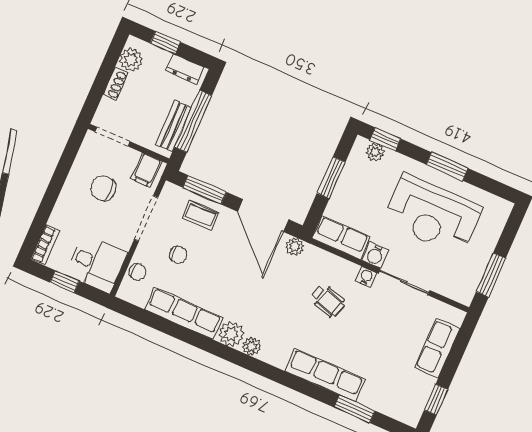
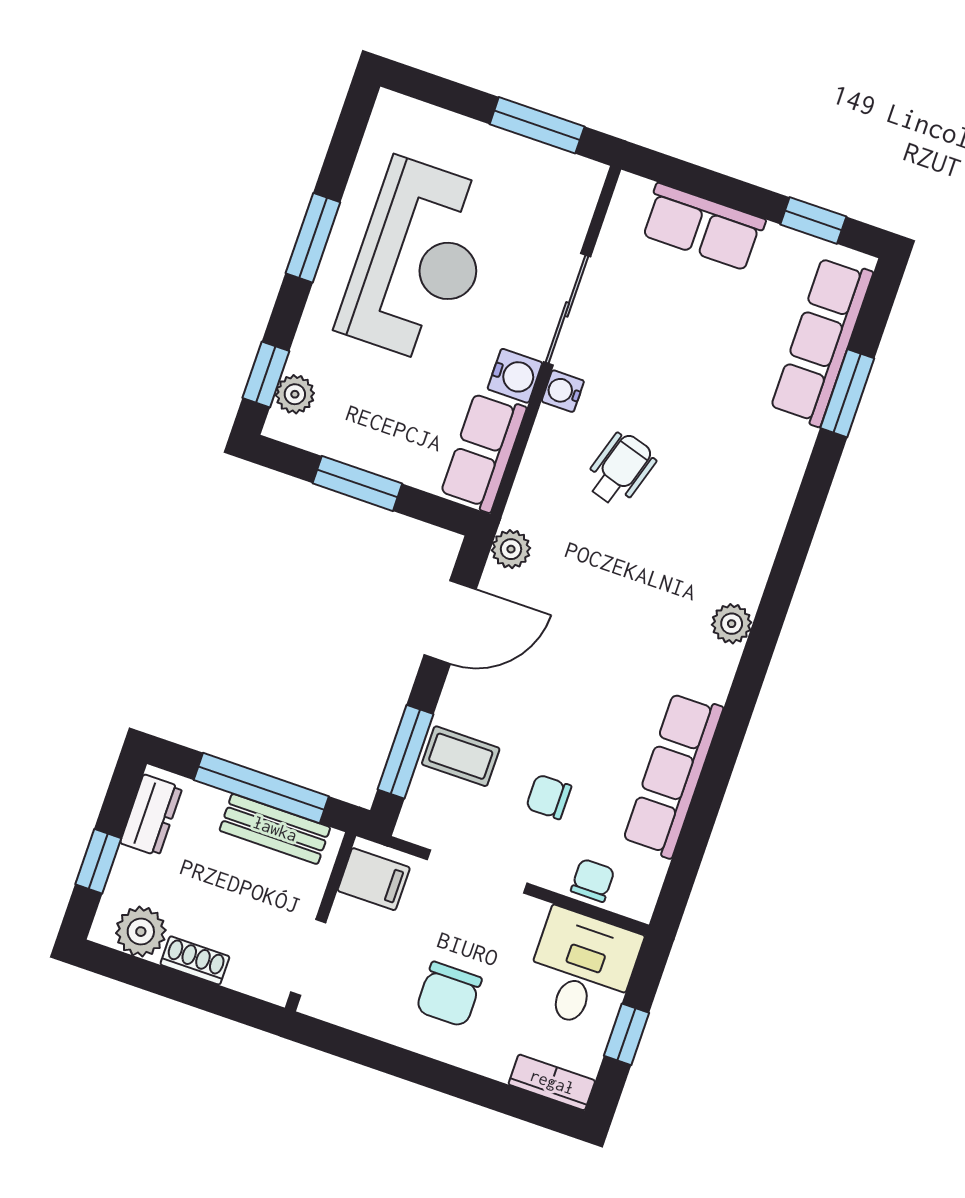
chair: (103, 188) -> (449, 994), moved
coffee table: (200, 215) -> (461, 756), turned 90
door: (263, 216) -> (450, 622), width x0.73
chair: (178, 255) -> (549, 797), turned -90
plant: (231, 334) -> (709, 669), removed
row of seats: (325, 375) -> (822, 341), moved

